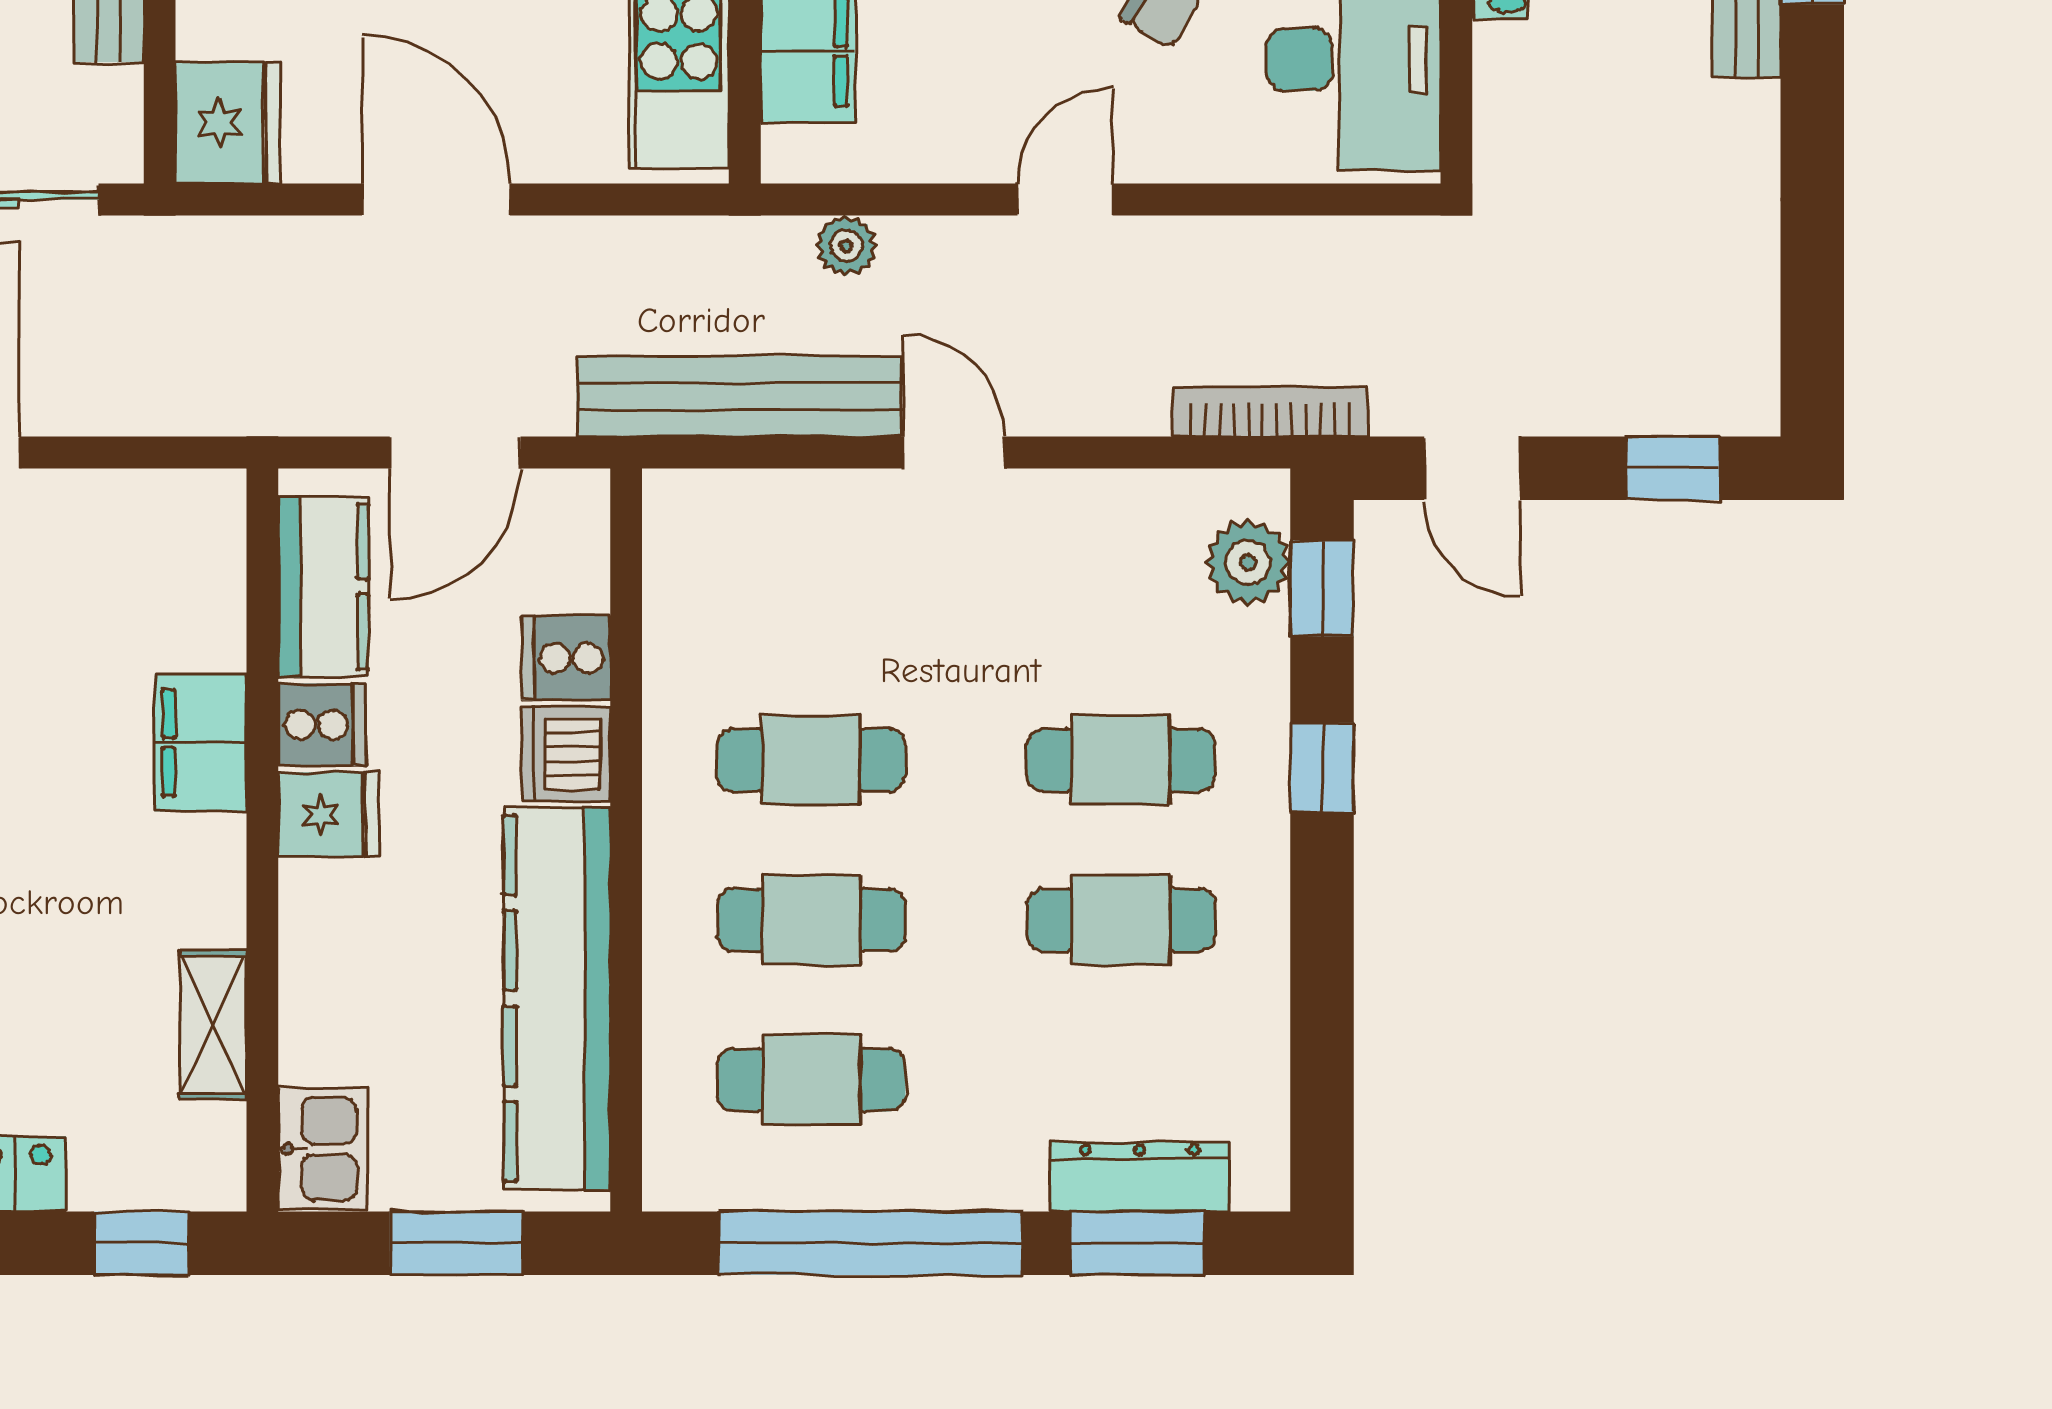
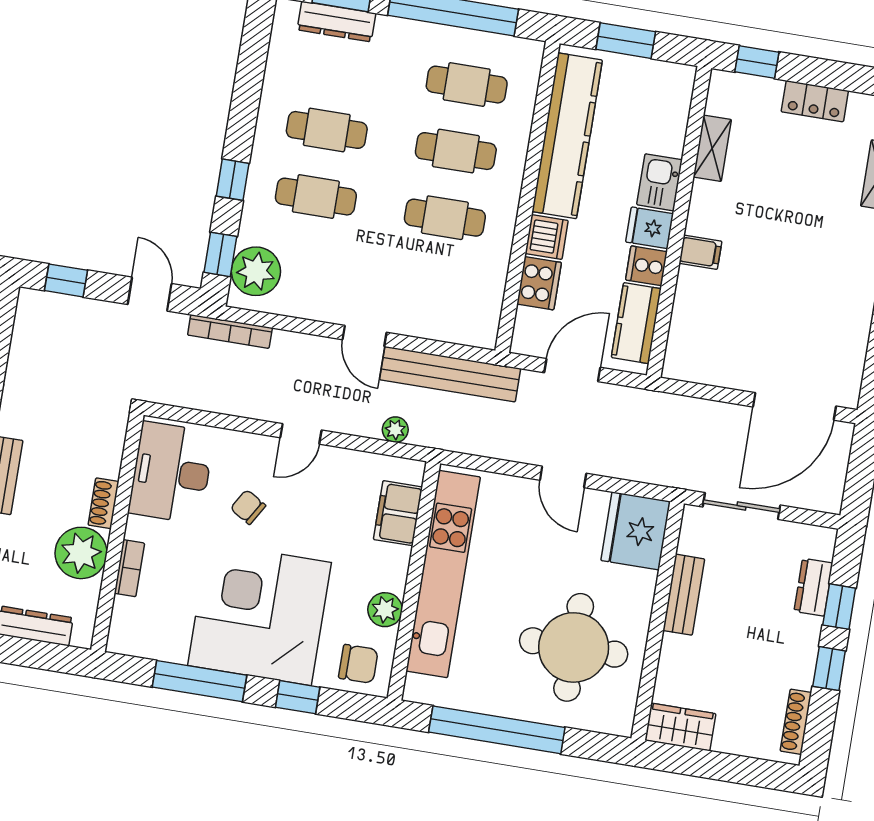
fridge: (228, 123) -> (636, 531), width x1.36, depth x1.34
door: (436, 200) -> (563, 477), width x0.73
plant: (1248, 562) -> (256, 271), width x1.36, depth x1.36
cooker: (566, 658) -> (539, 283), width x1.36
filing cabinet: (201, 743) -> (700, 252), width x0.50
kitchen sink: (323, 1149) -> (660, 182), moved

